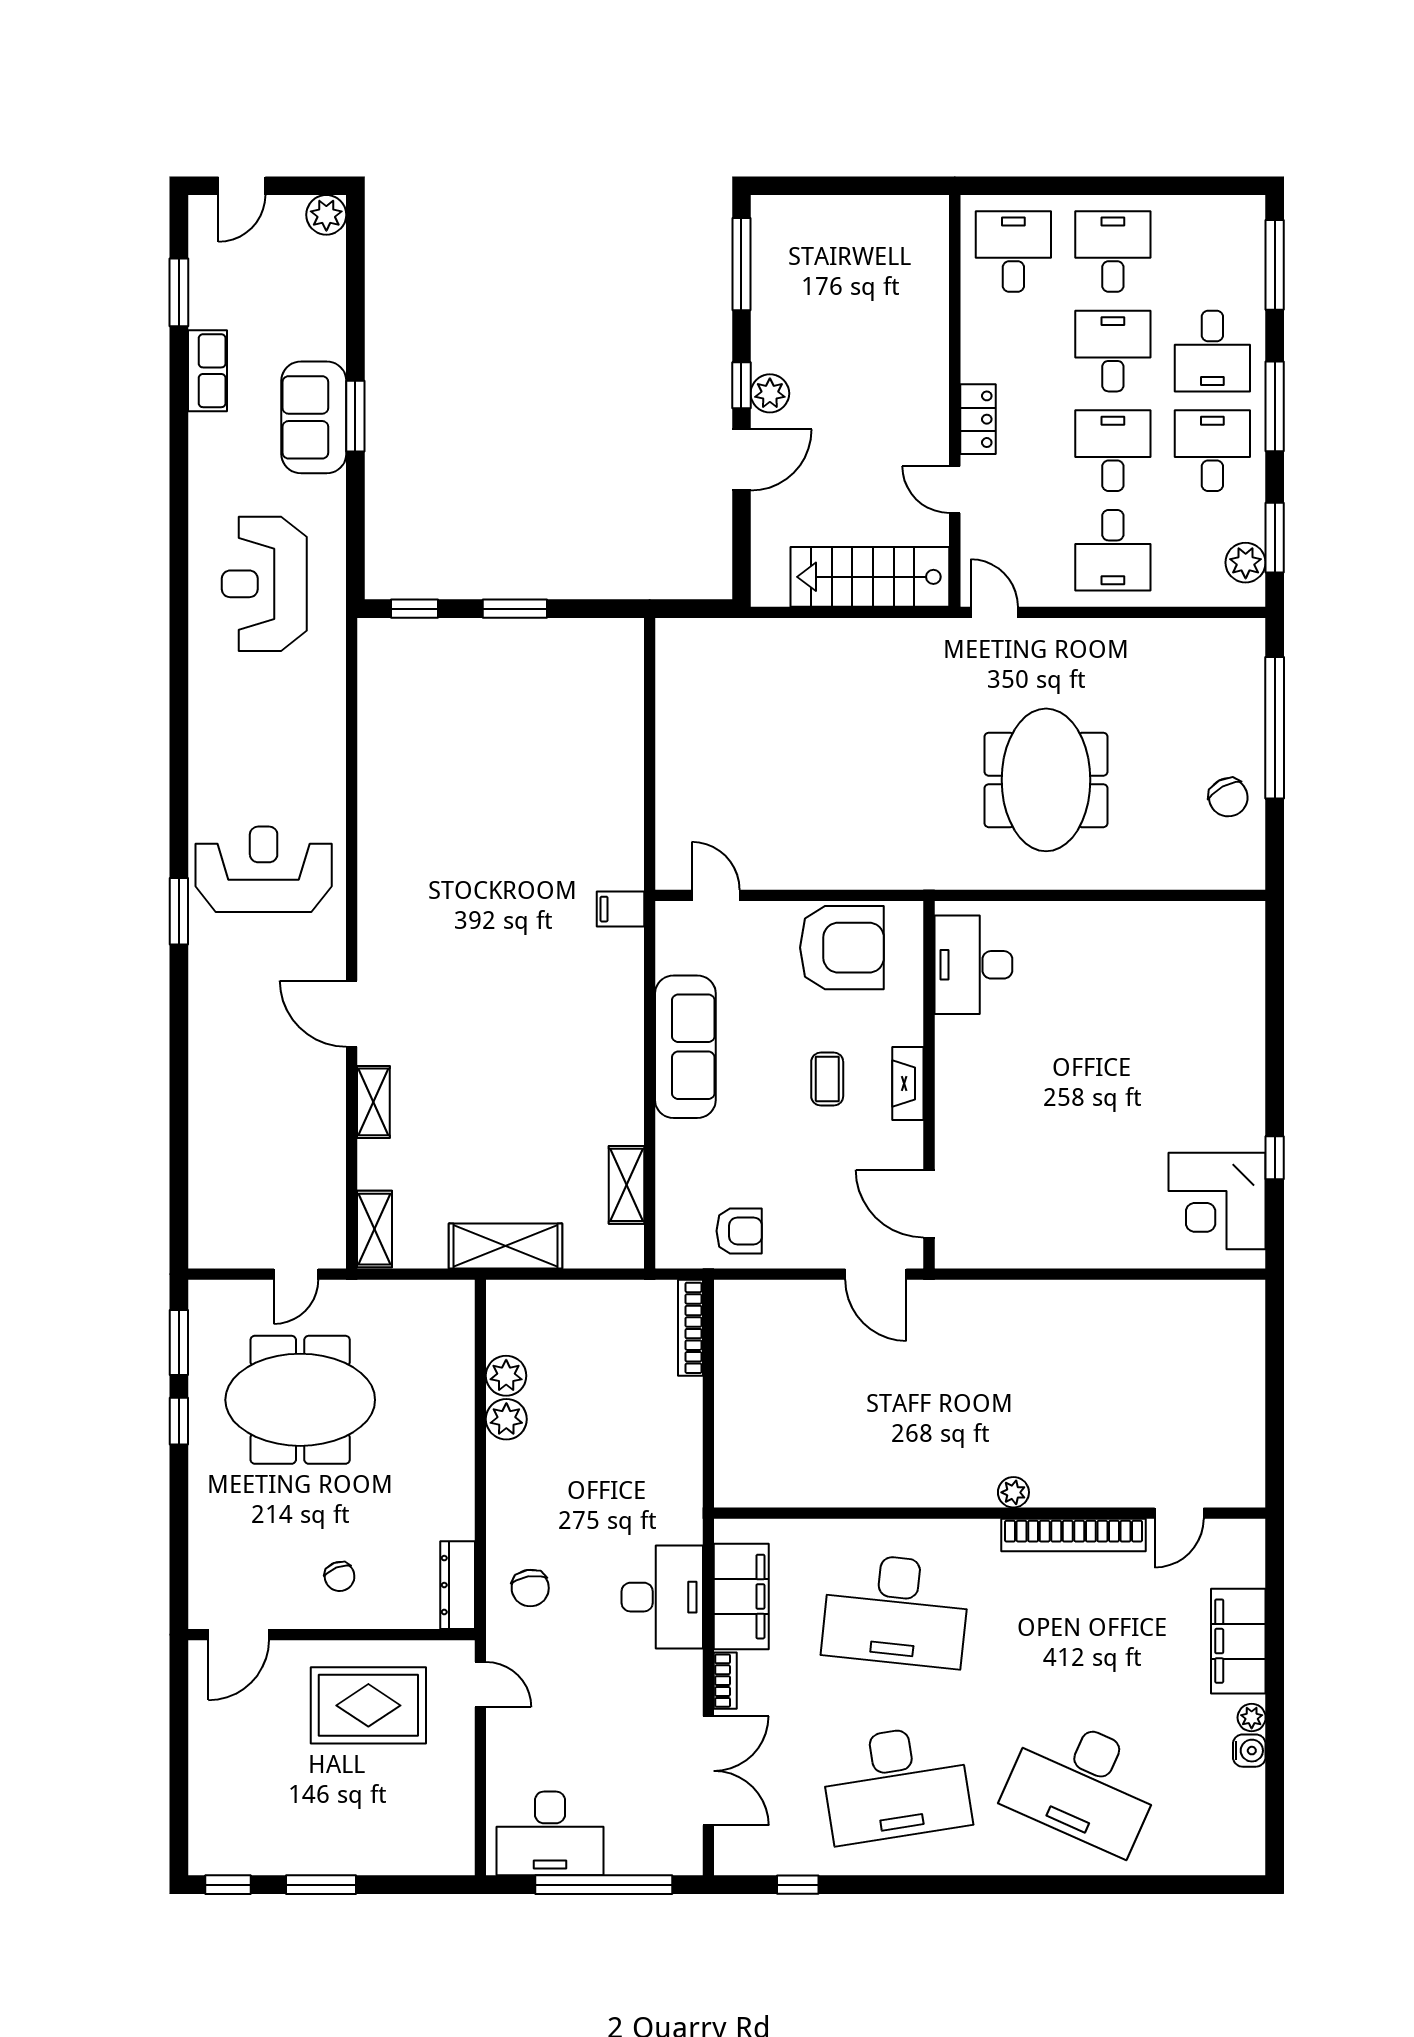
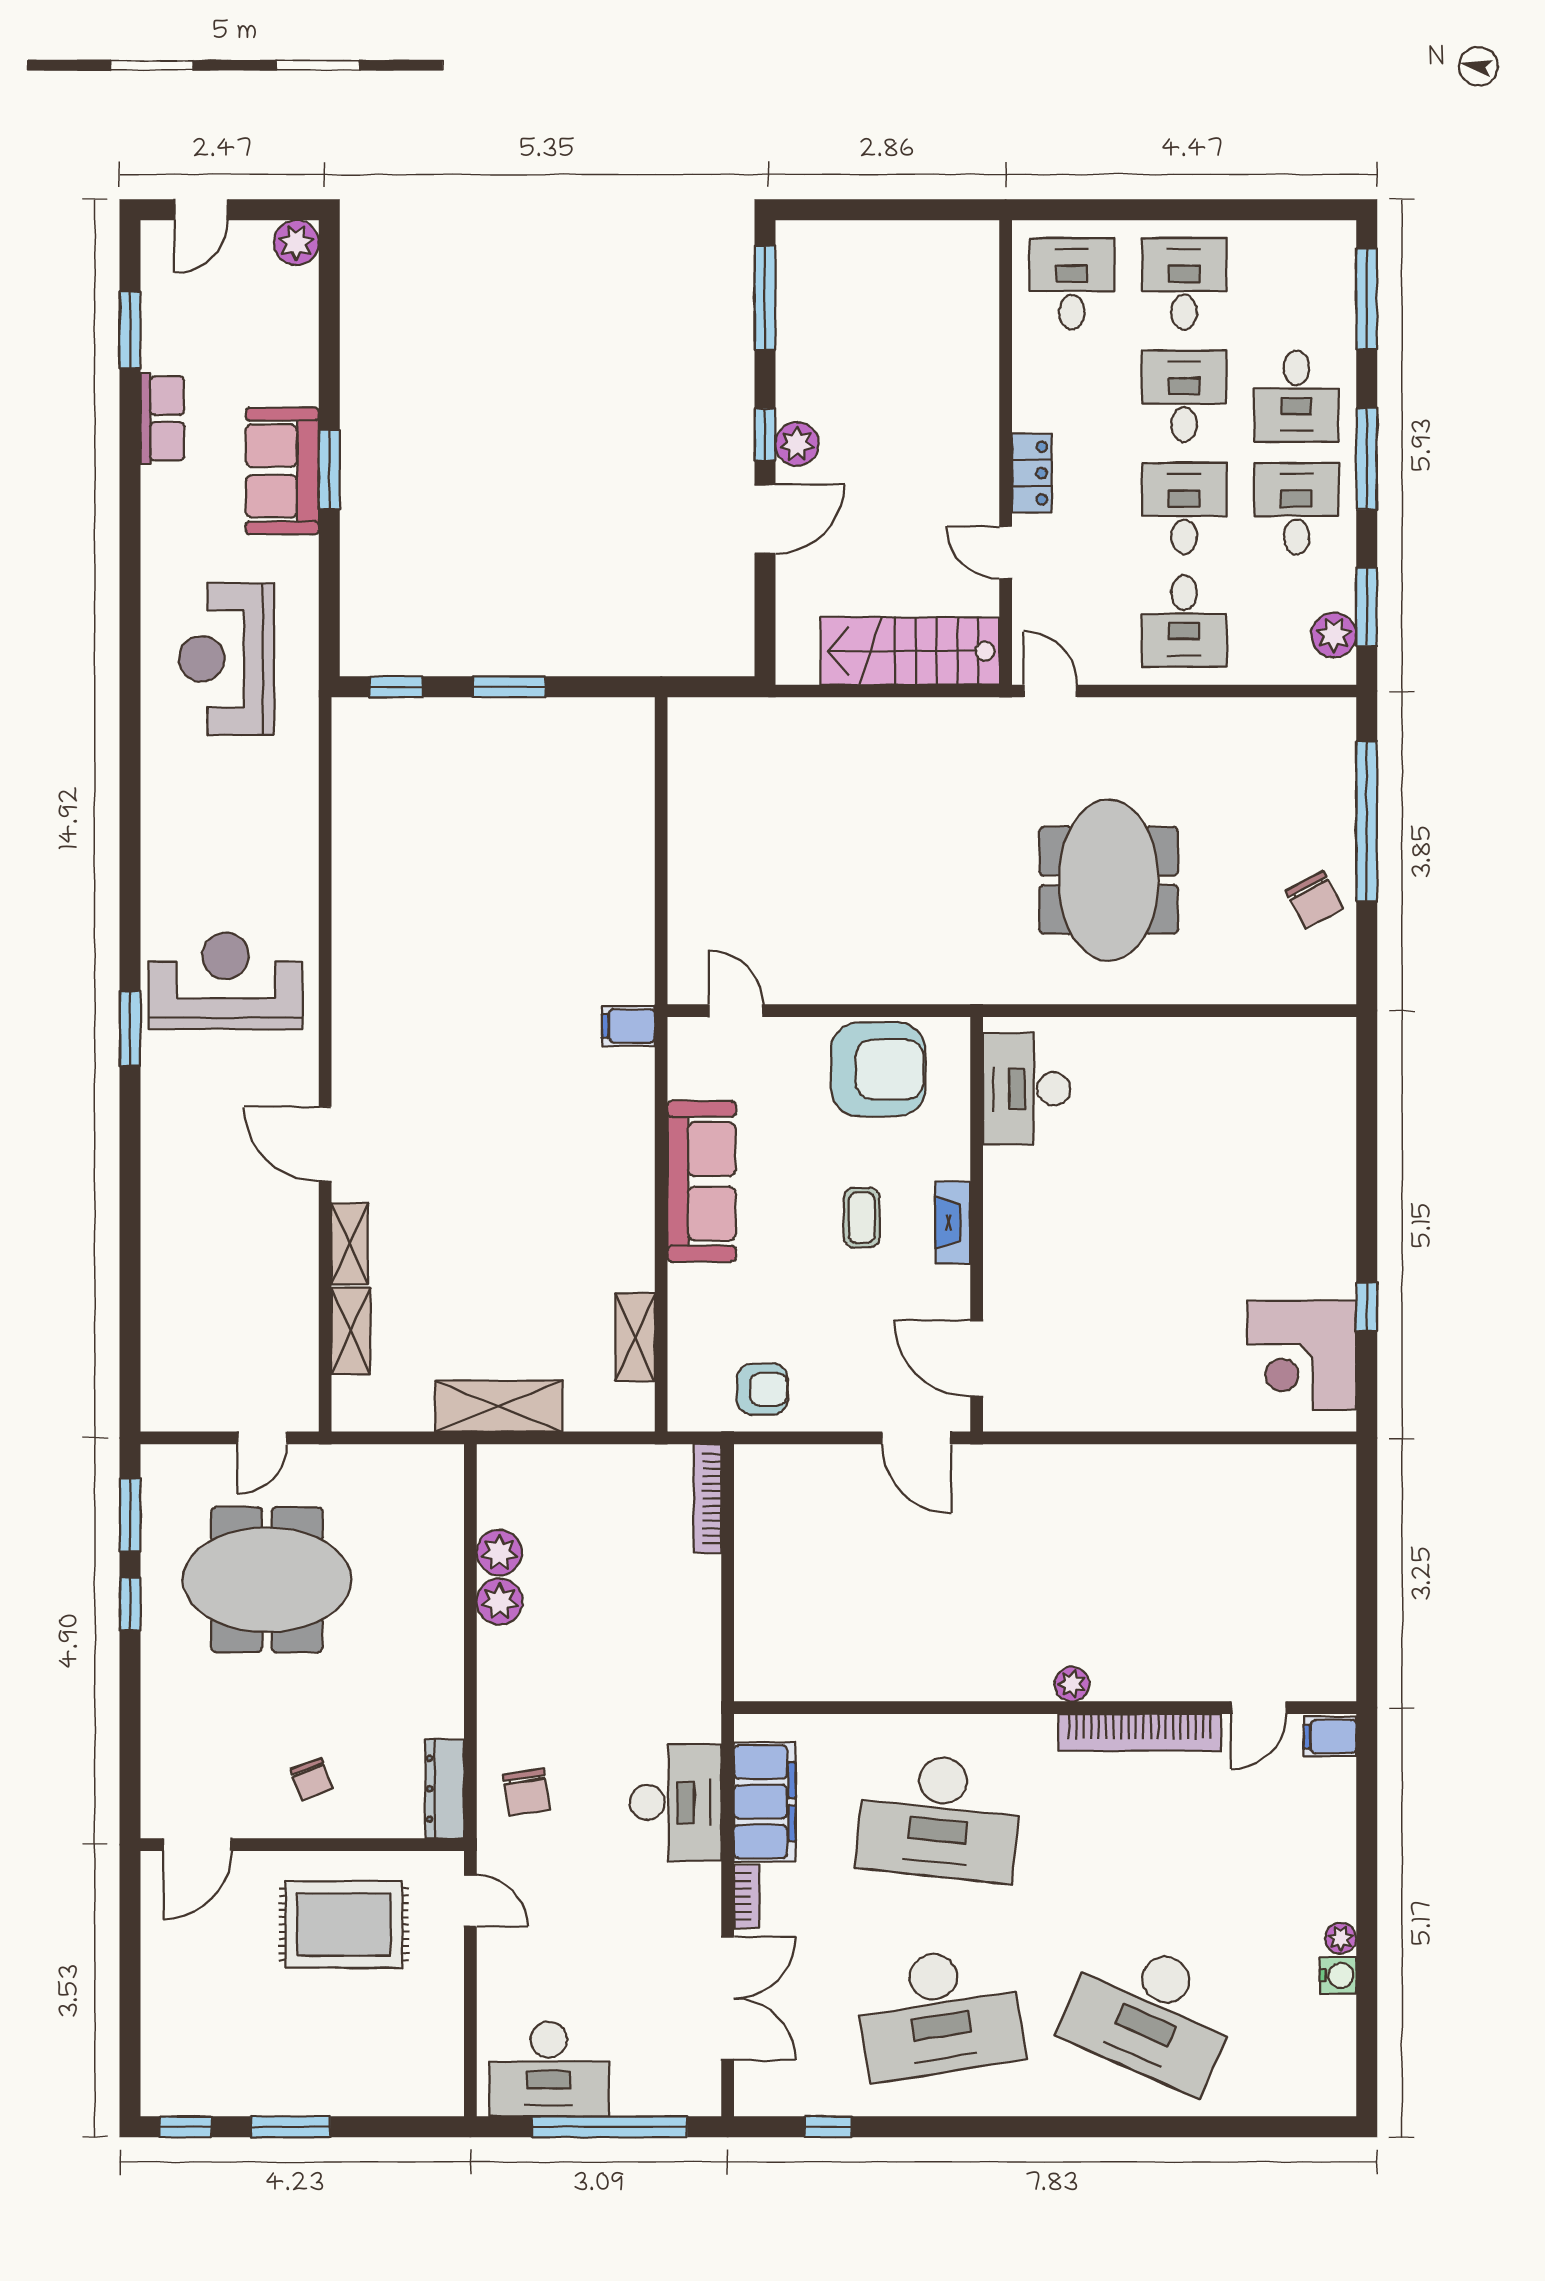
shelving: (374, 1229) -> (351, 1331), moved
filing cabinet: (1238, 1641) -> (1330, 1737), moved, width x0.33, depth x0.86

